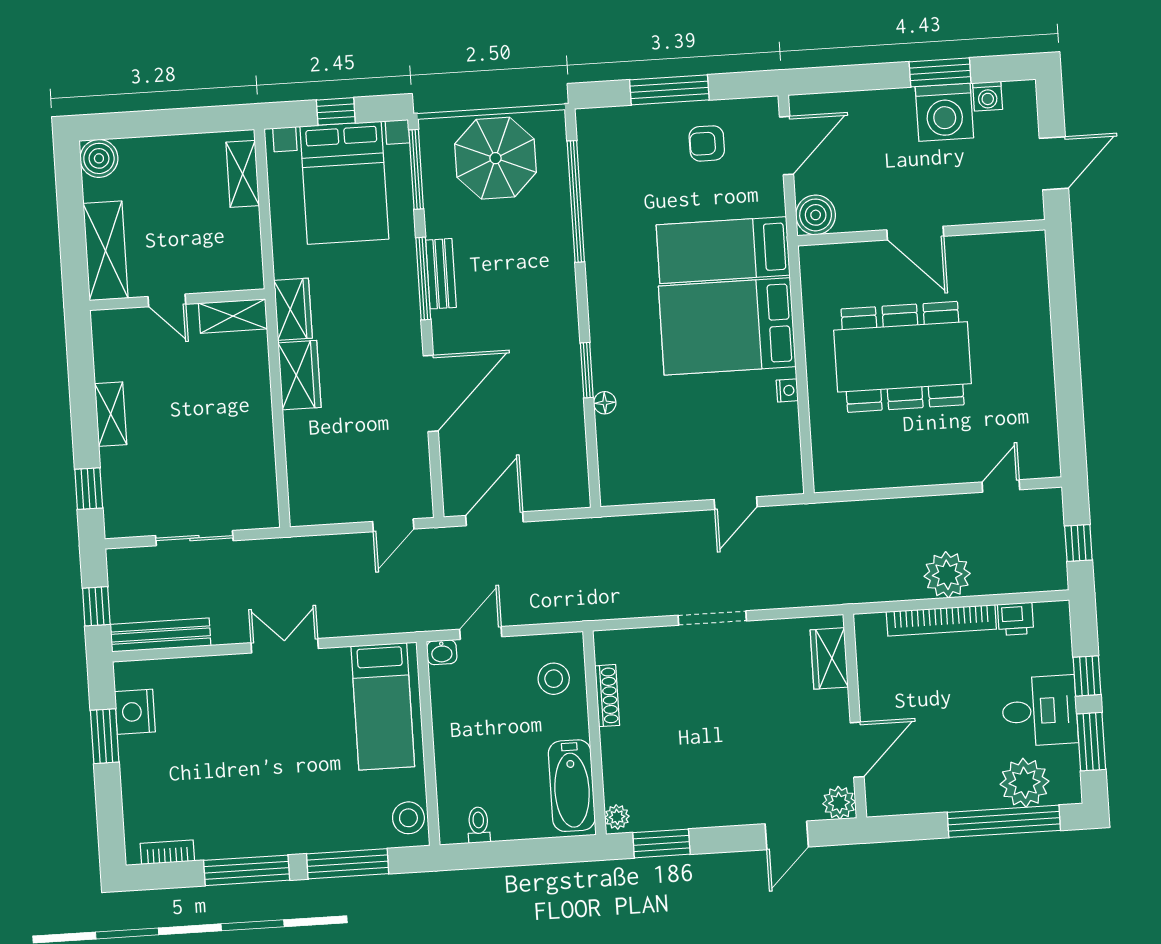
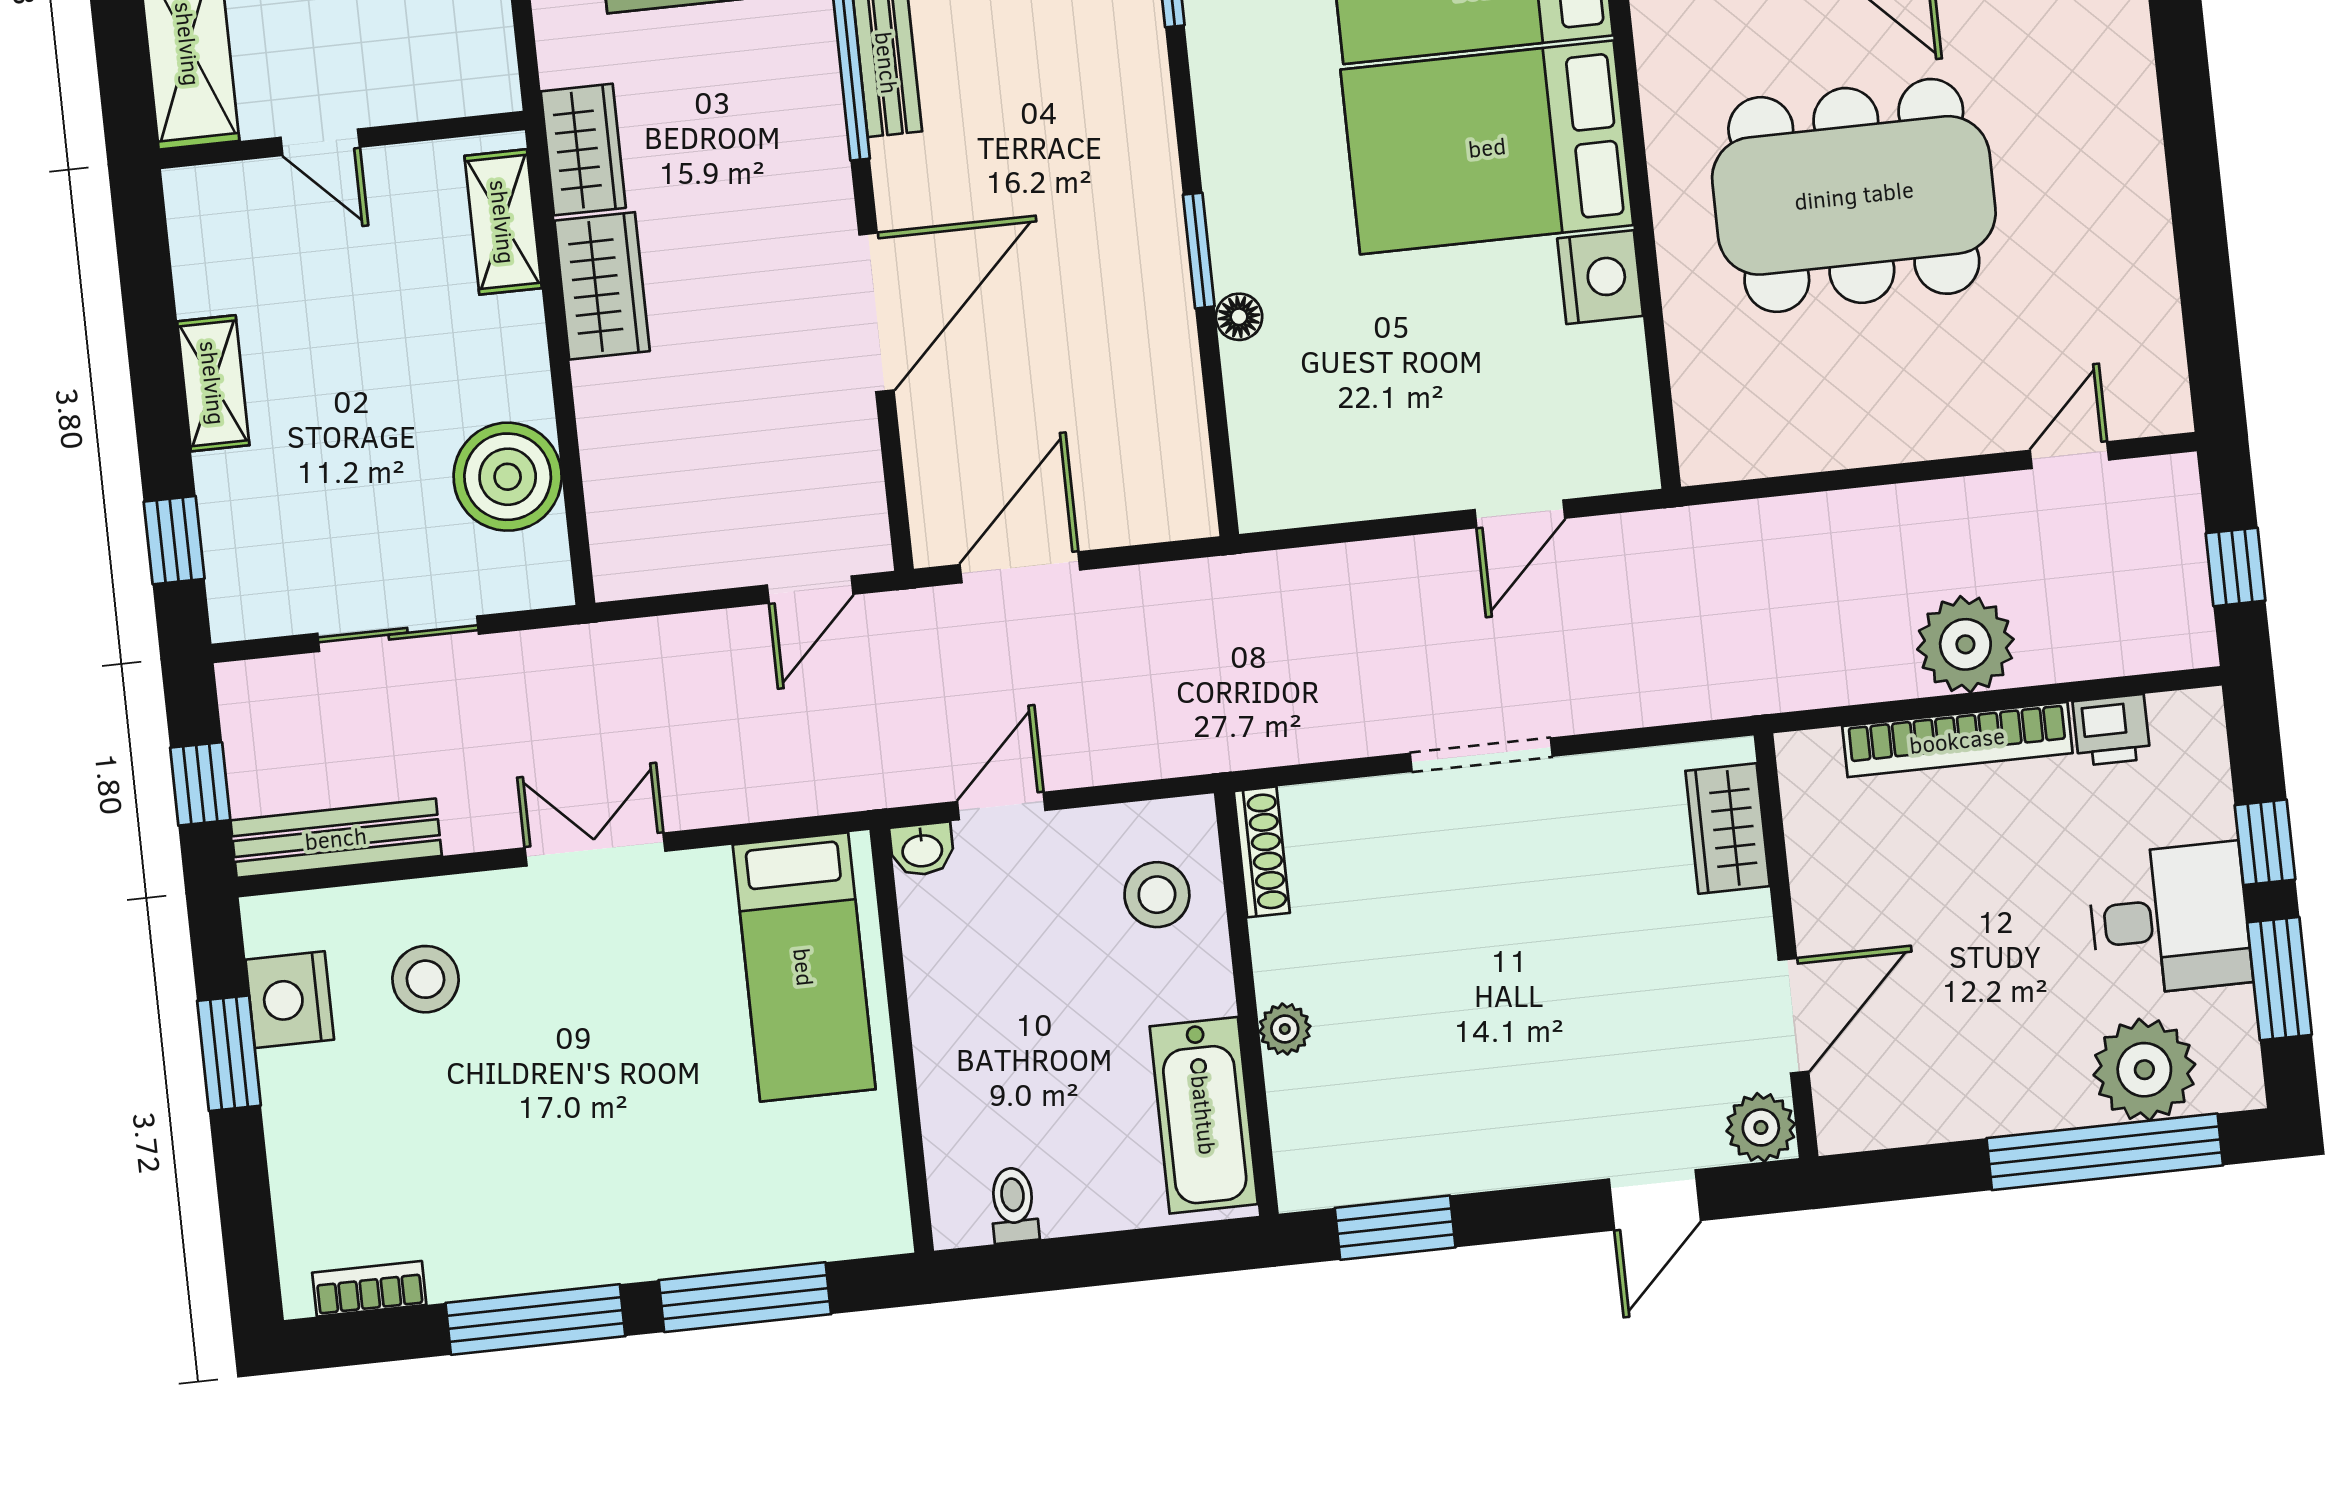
shelving: (233, 316) -> (503, 222), moved, turned 90
nightstand: (787, 390) -> (1600, 277), width x1.89, depth x1.79
boiler: (250, 465) -> (508, 477), added
shoe rack: (607, 696) -> (1262, 852), moved
plant: (617, 817) -> (1285, 1029), moved
stool: (408, 818) -> (426, 979), moved

